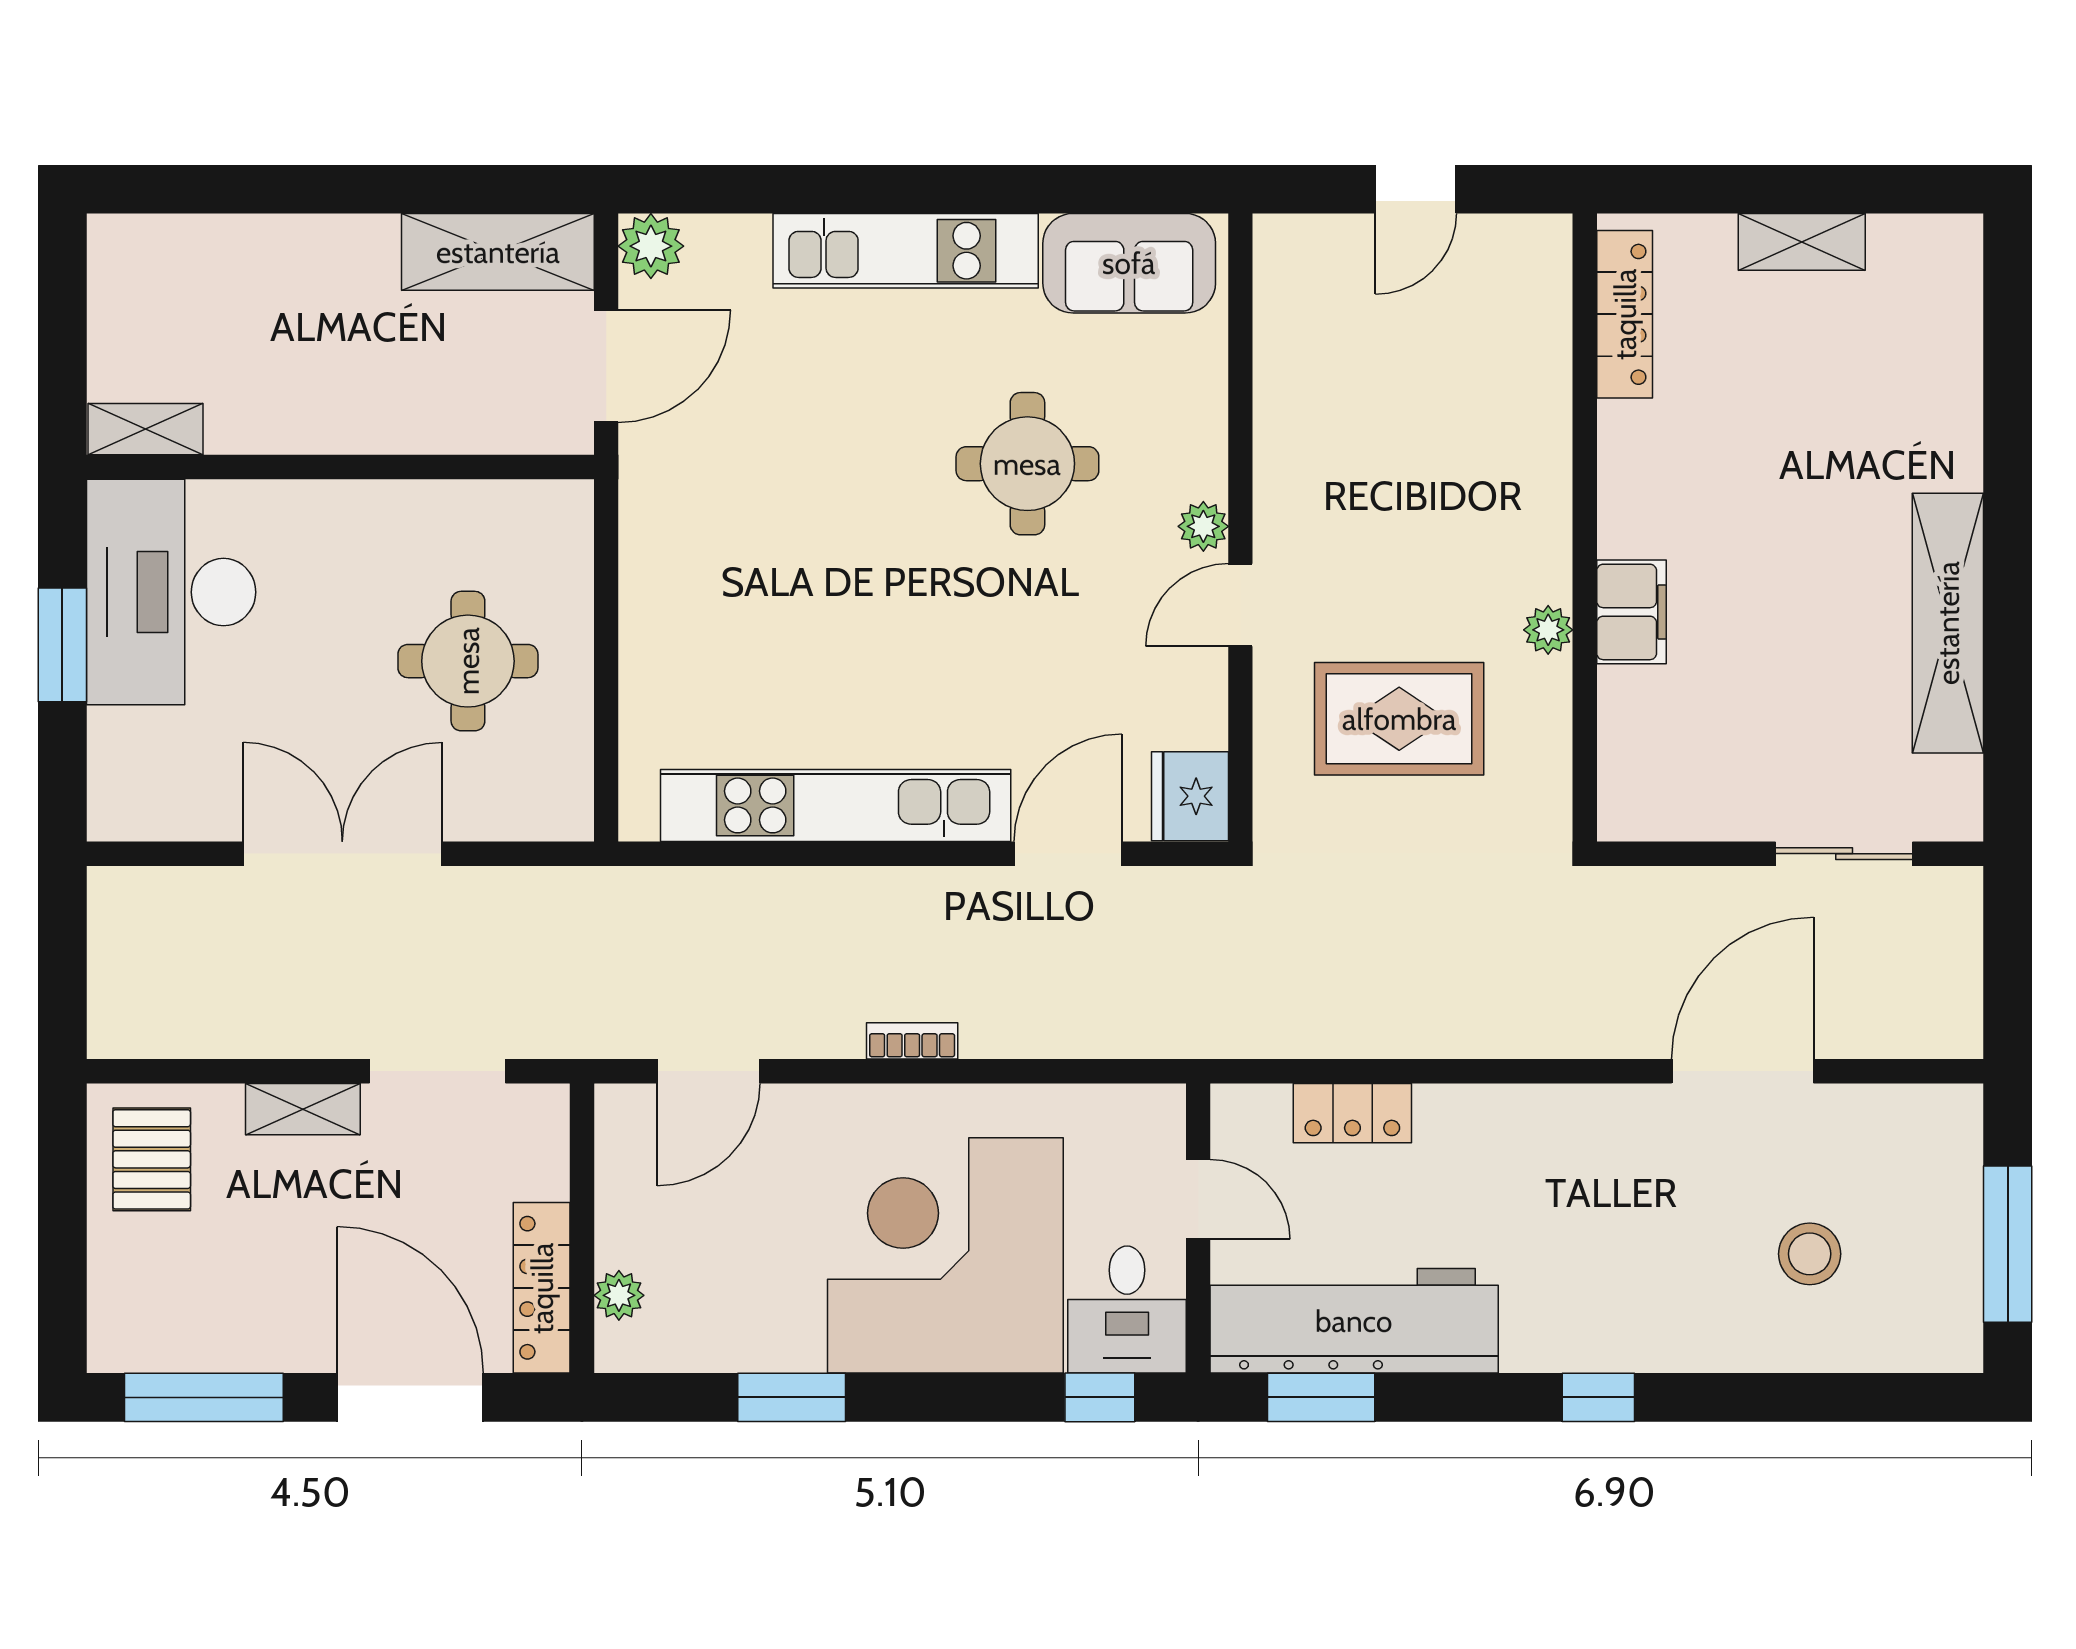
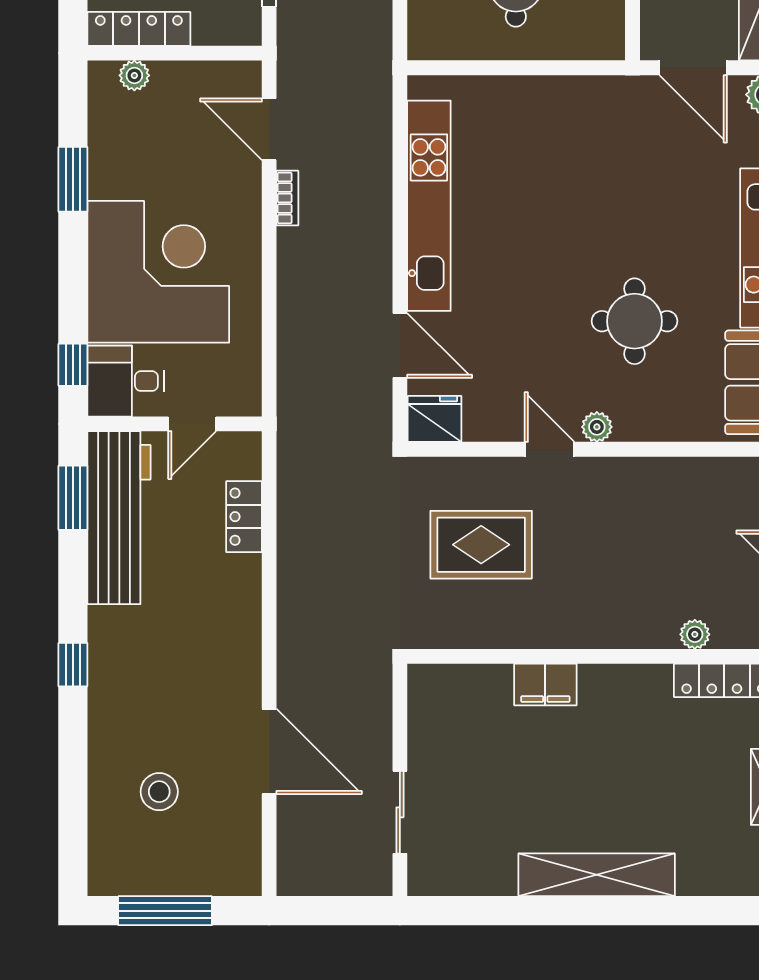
shelving: (1948, 623) -> (597, 875), moved
plant: (1548, 630) -> (695, 634), moved
rug: (1399, 719) -> (481, 545), turned 90
bookcase: (912, 1041) -> (287, 198), moved

